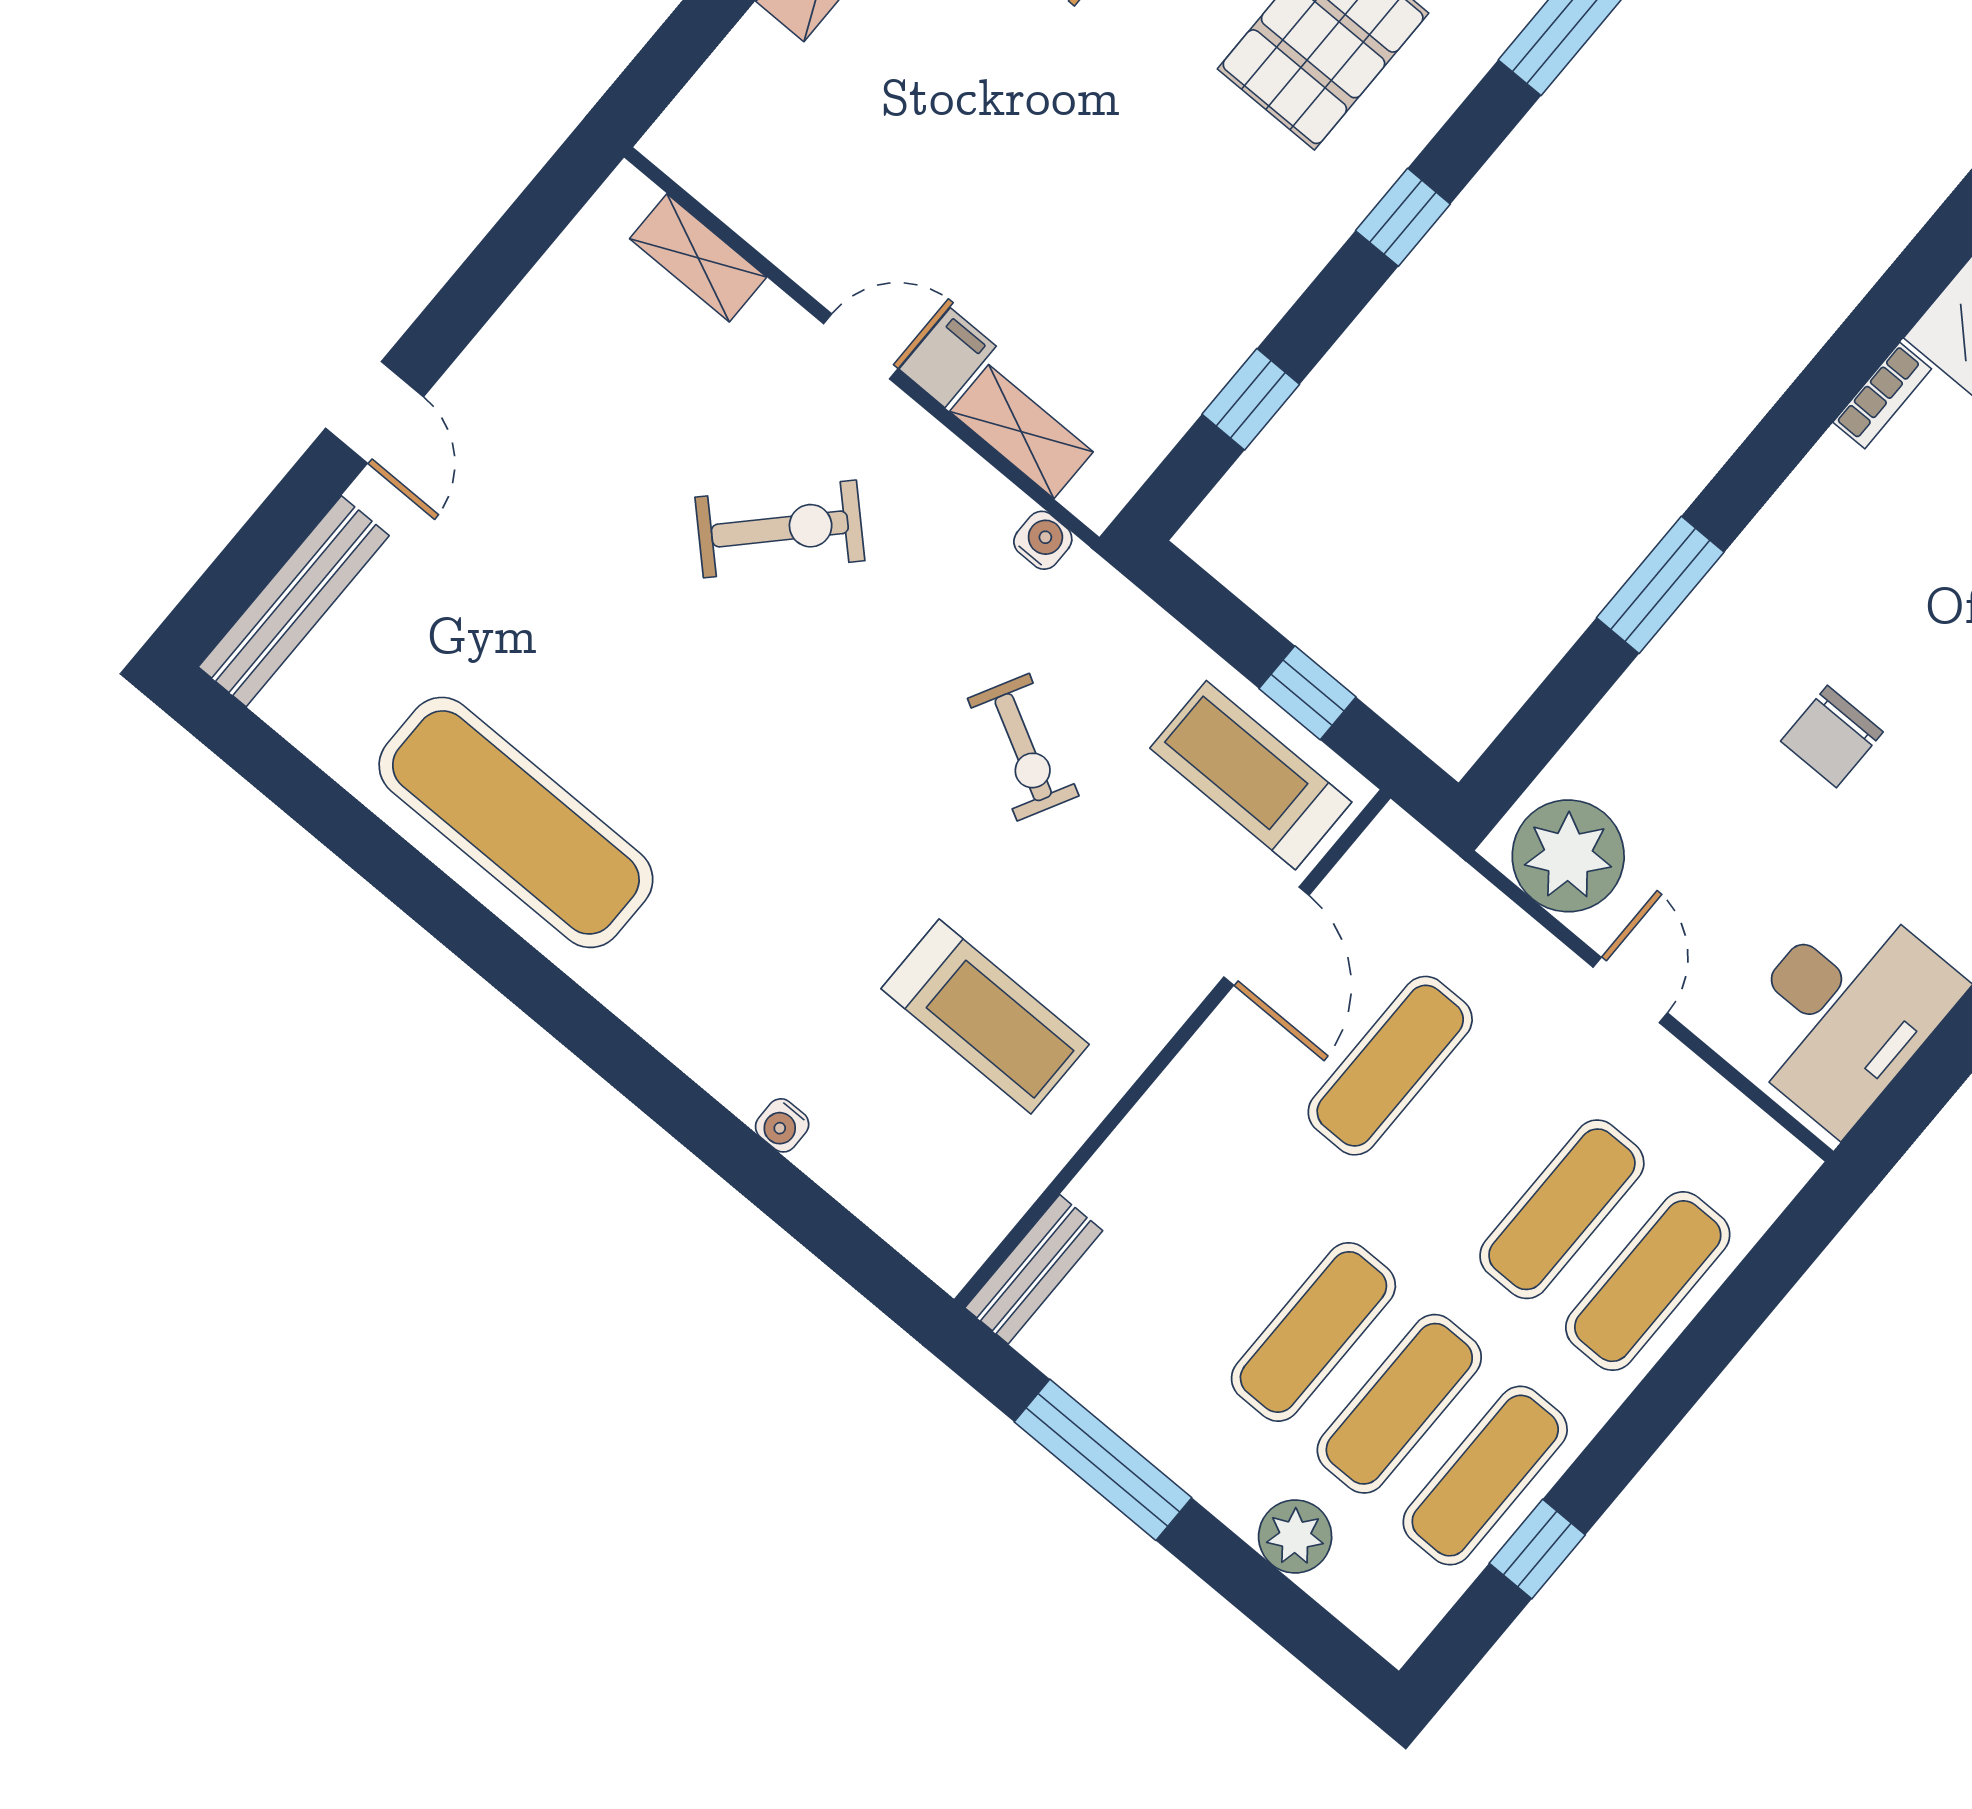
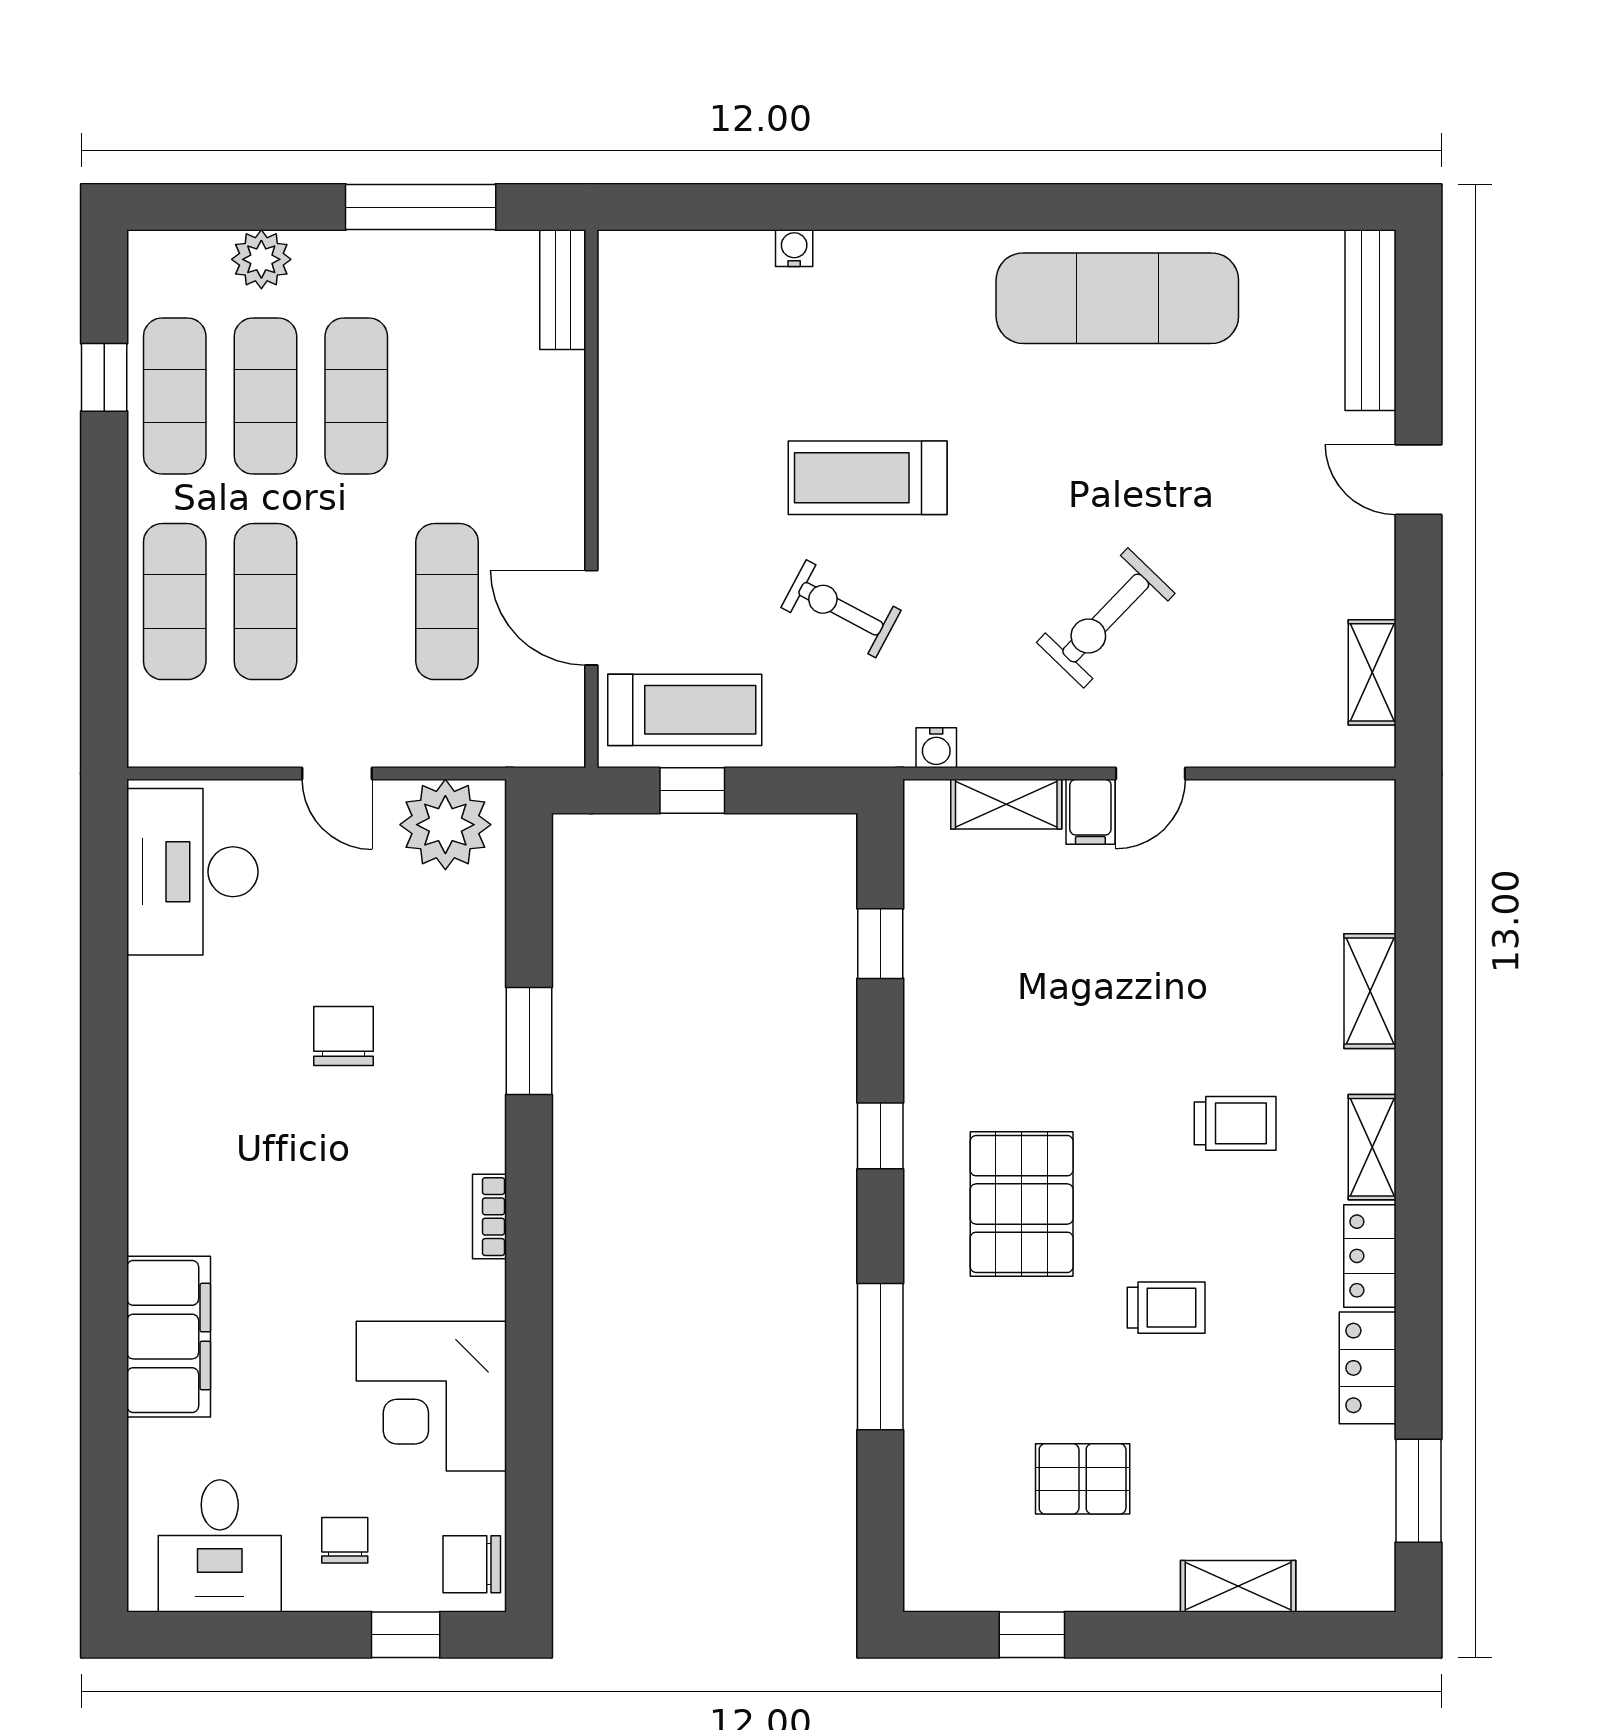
shelving: (698, 258) -> (1372, 672), moved, turned 90
bookcase: (1882, 396) -> (489, 1217), moved
treadmill: (985, 1017) -> (868, 478), moved

